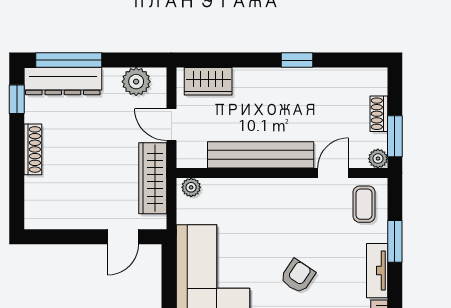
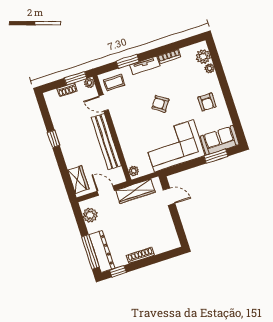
door: (171, 125) -> (106, 191), swing flipped

